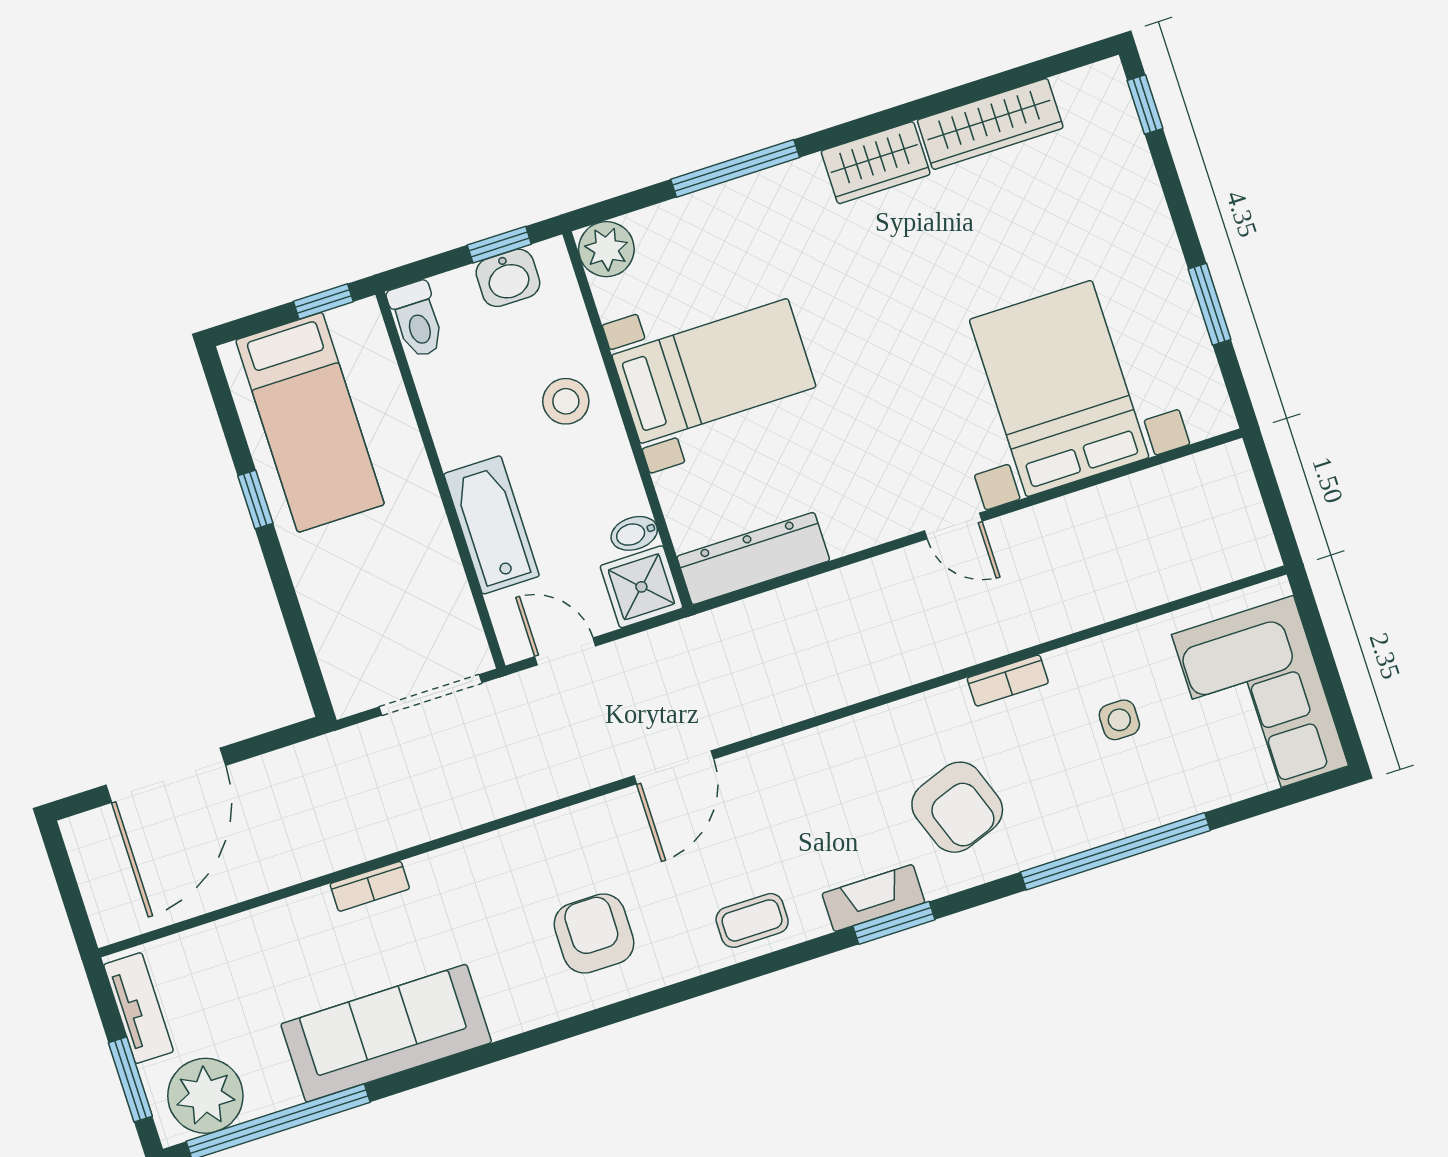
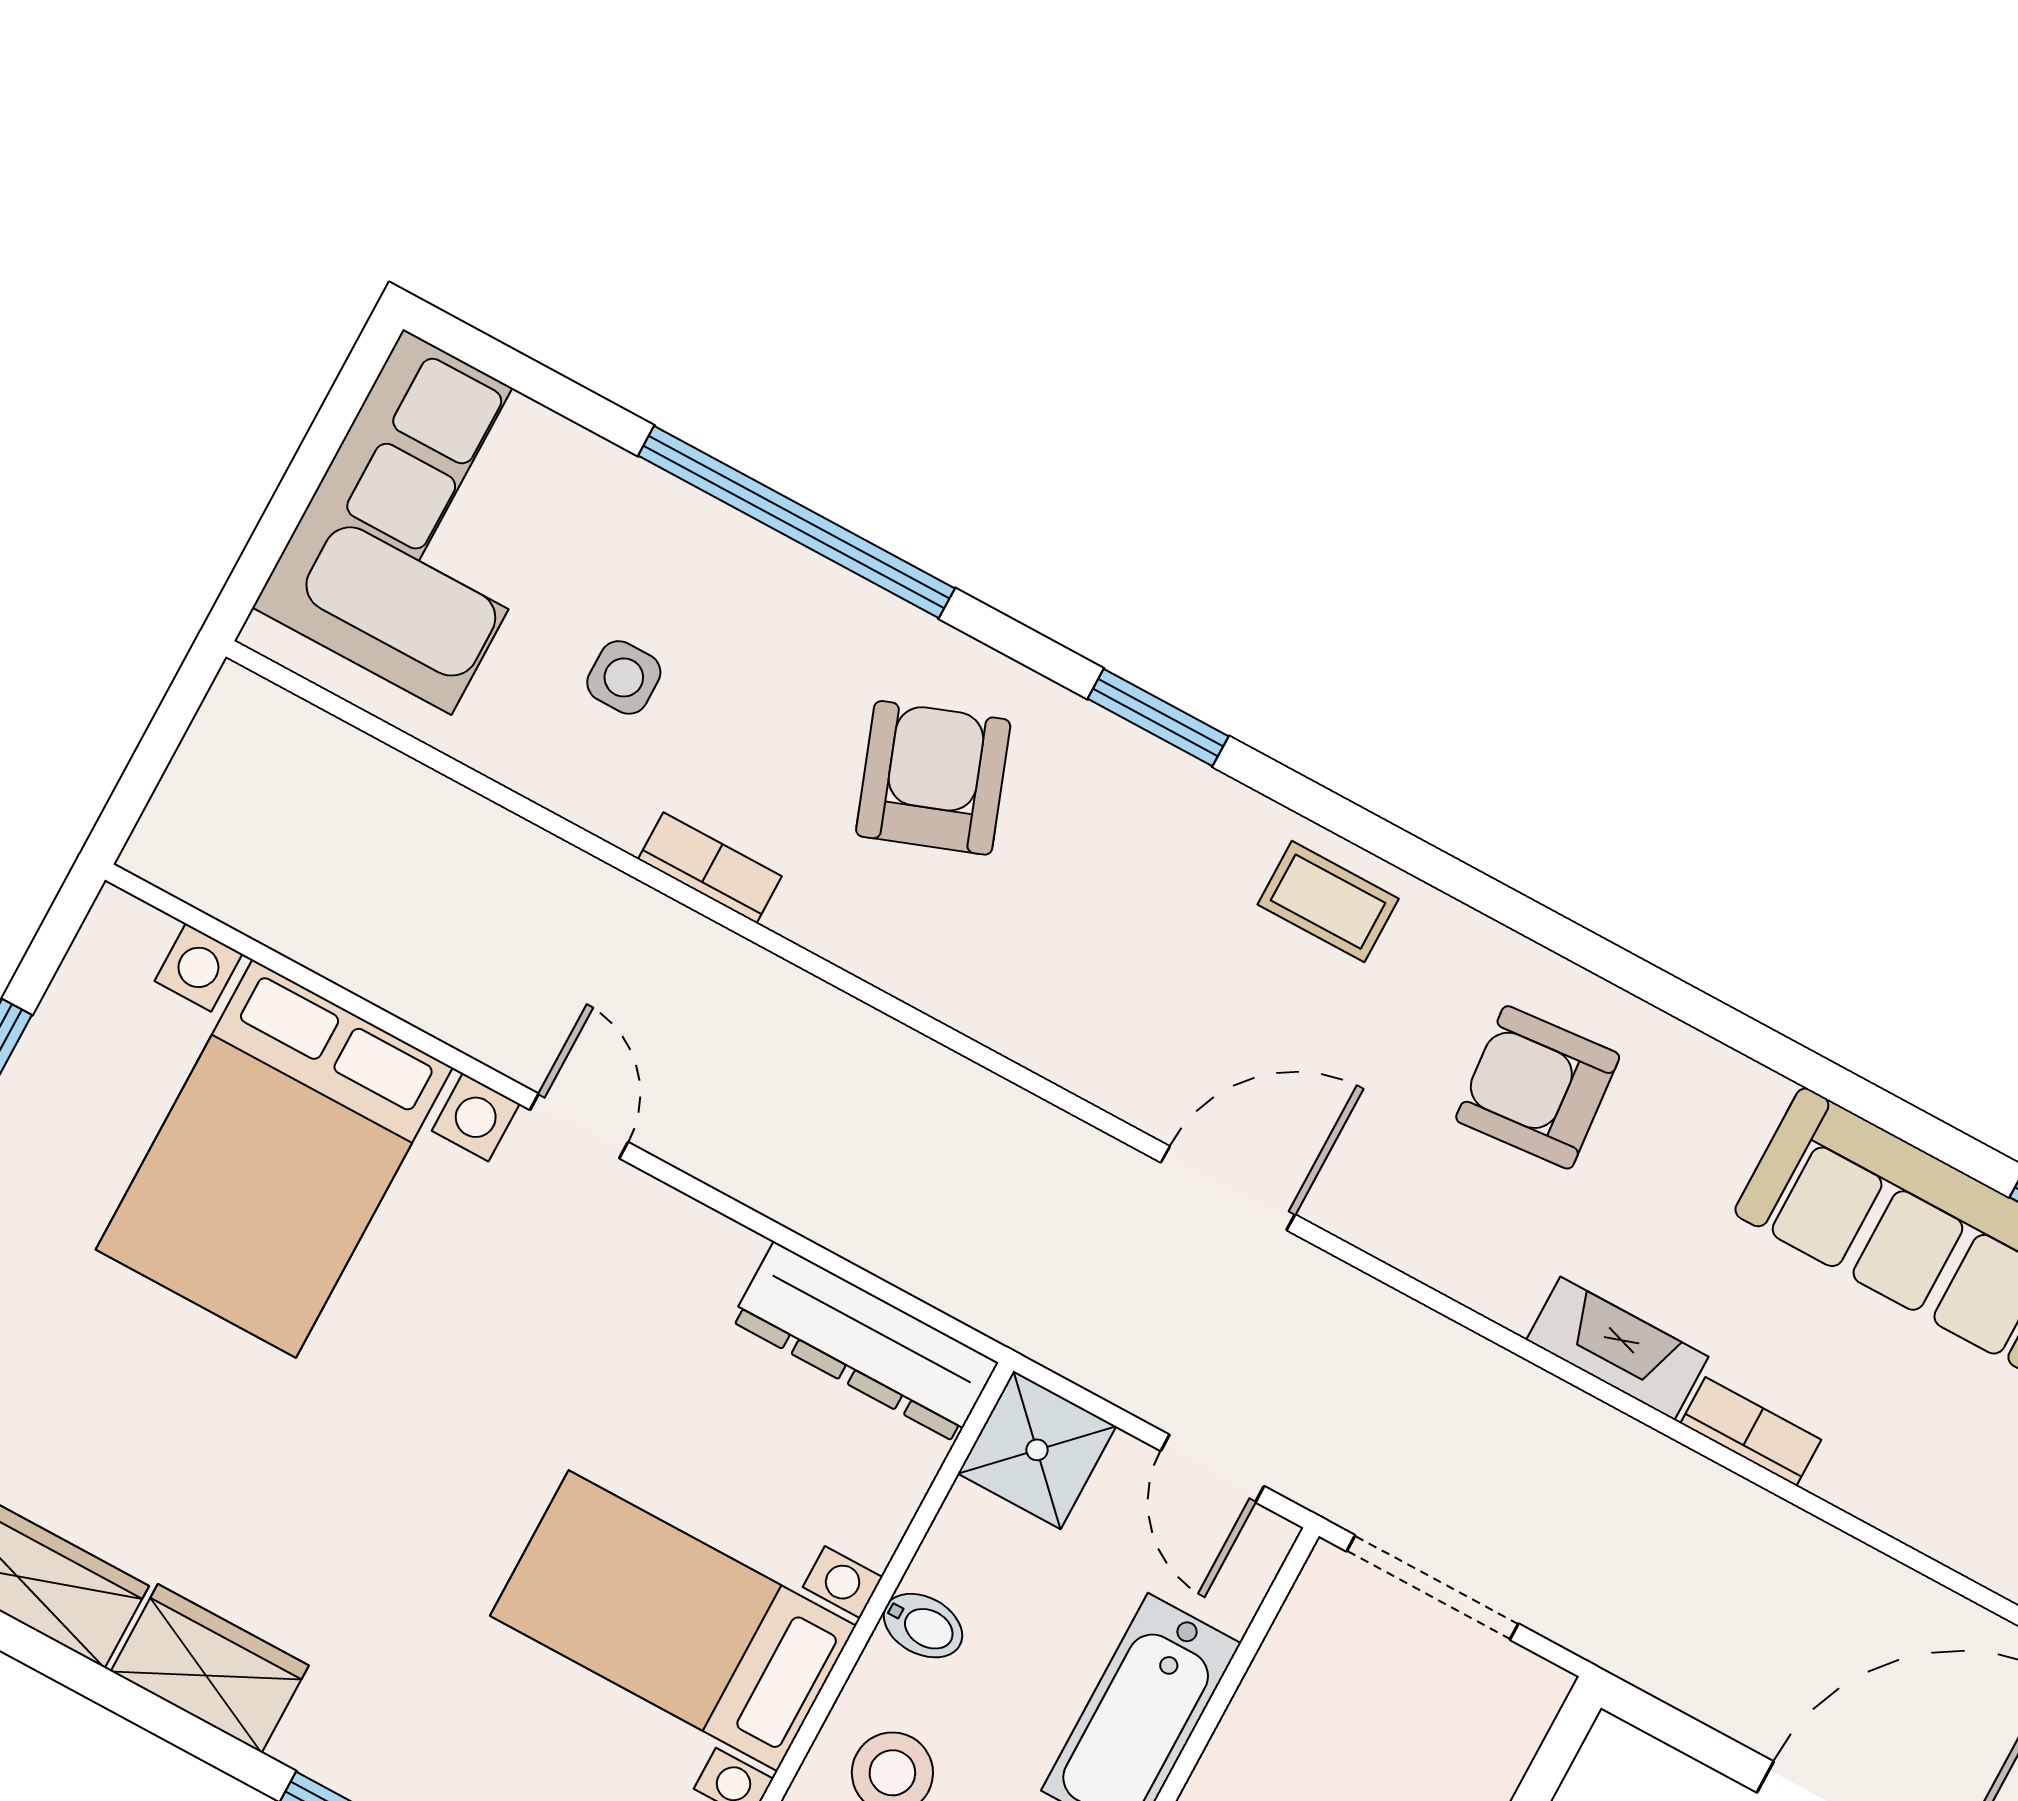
bidet: (634, 533) -> (923, 1626), moved
fireplace: (873, 898) -> (1617, 1348), moved, turned 180
armchair: (594, 934) -> (1538, 1087), turned 85

